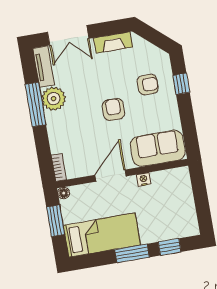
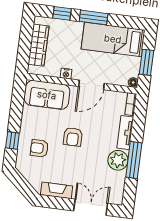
tv unit: (44, 67) -> (125, 133), moved
wardrobe: (185, 202) -> (39, 45), added

